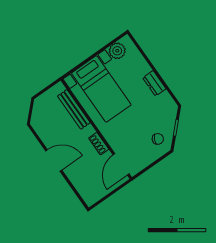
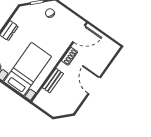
bench: (74, 109) -> (53, 81), width x0.73

